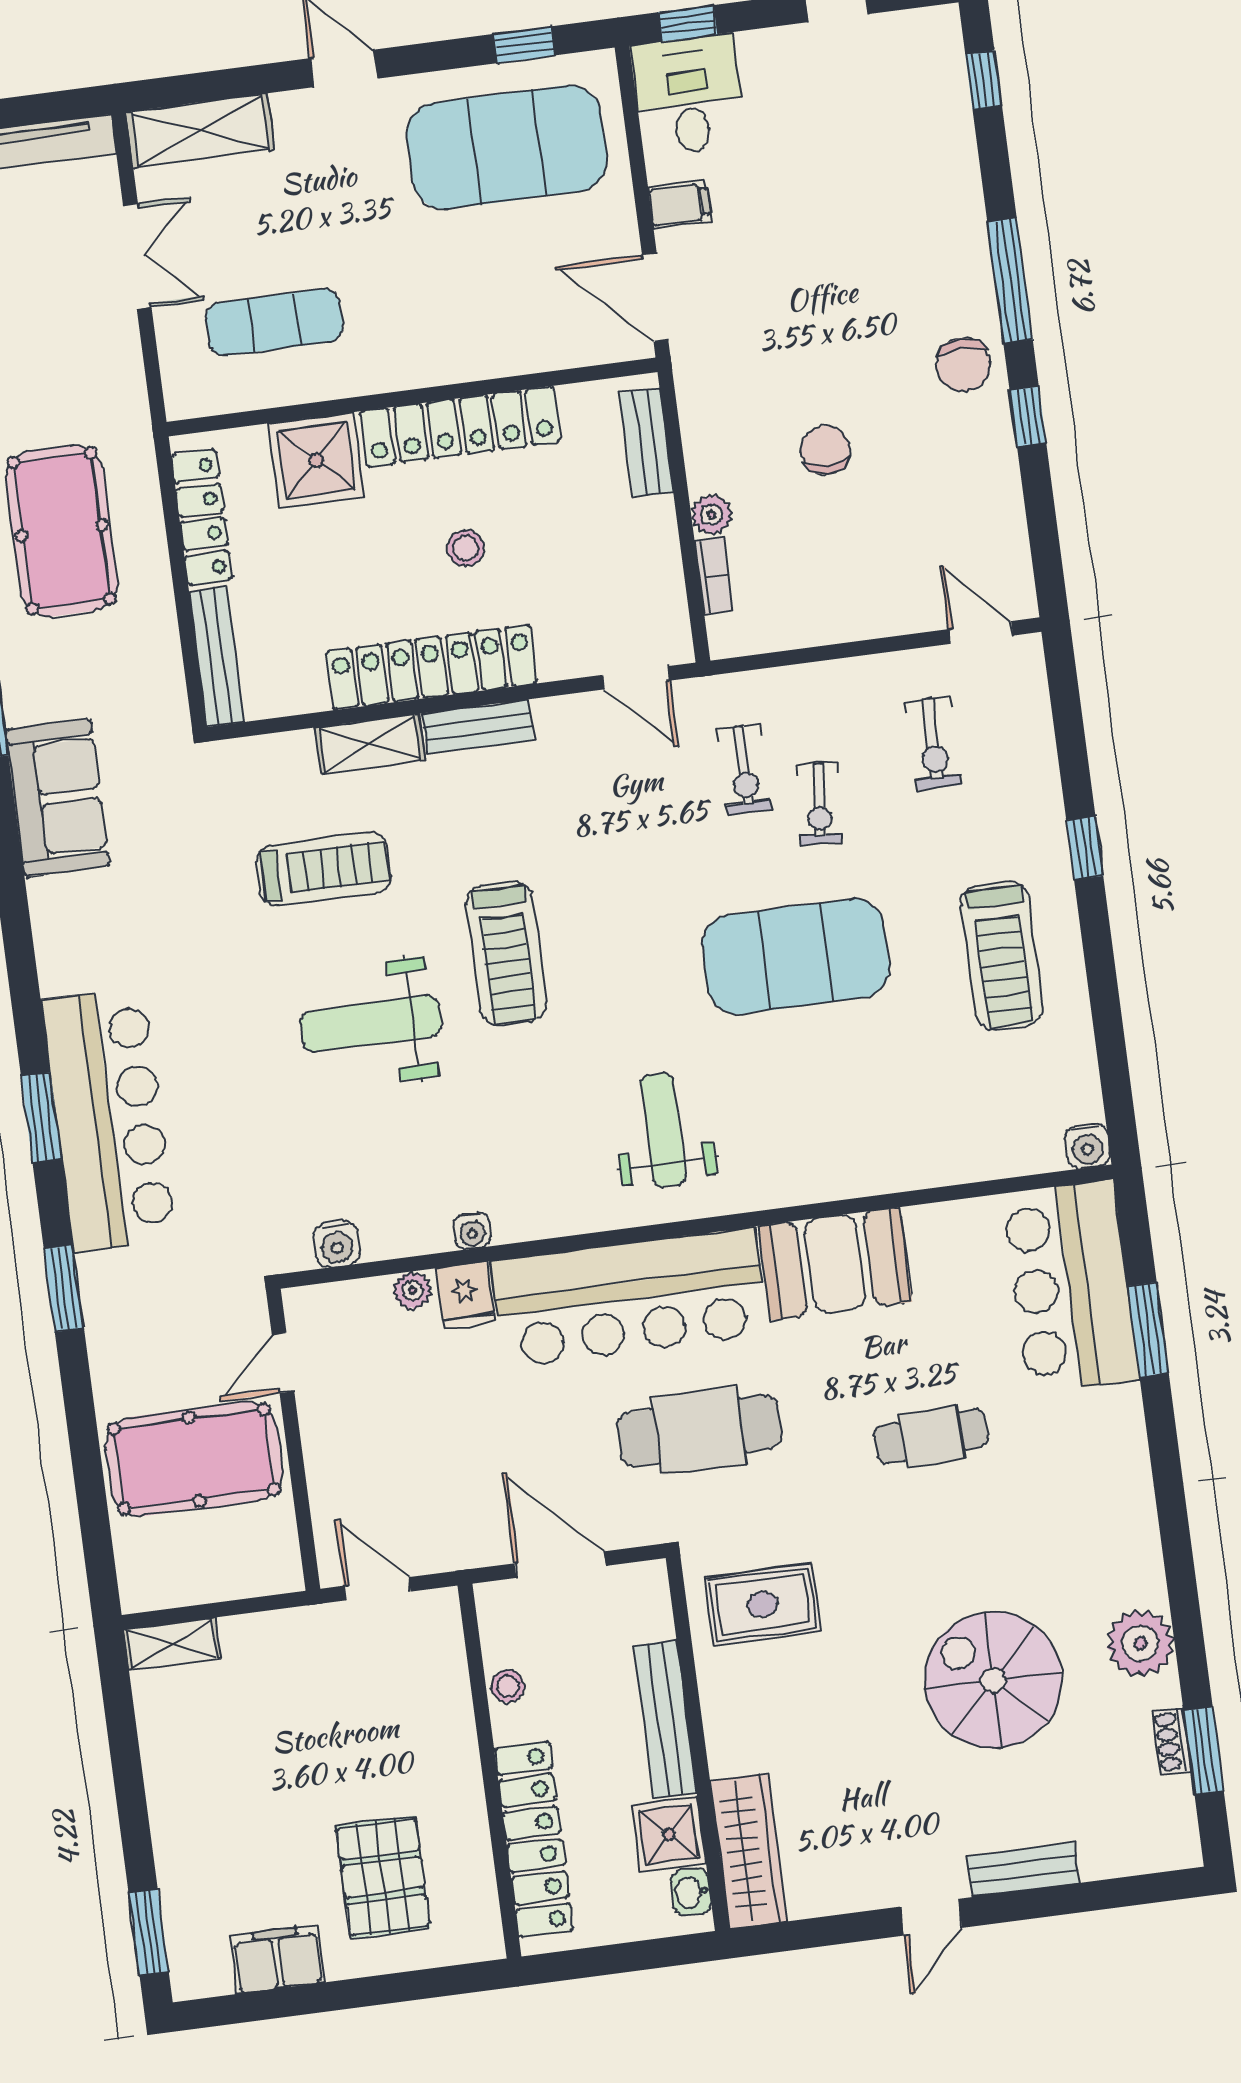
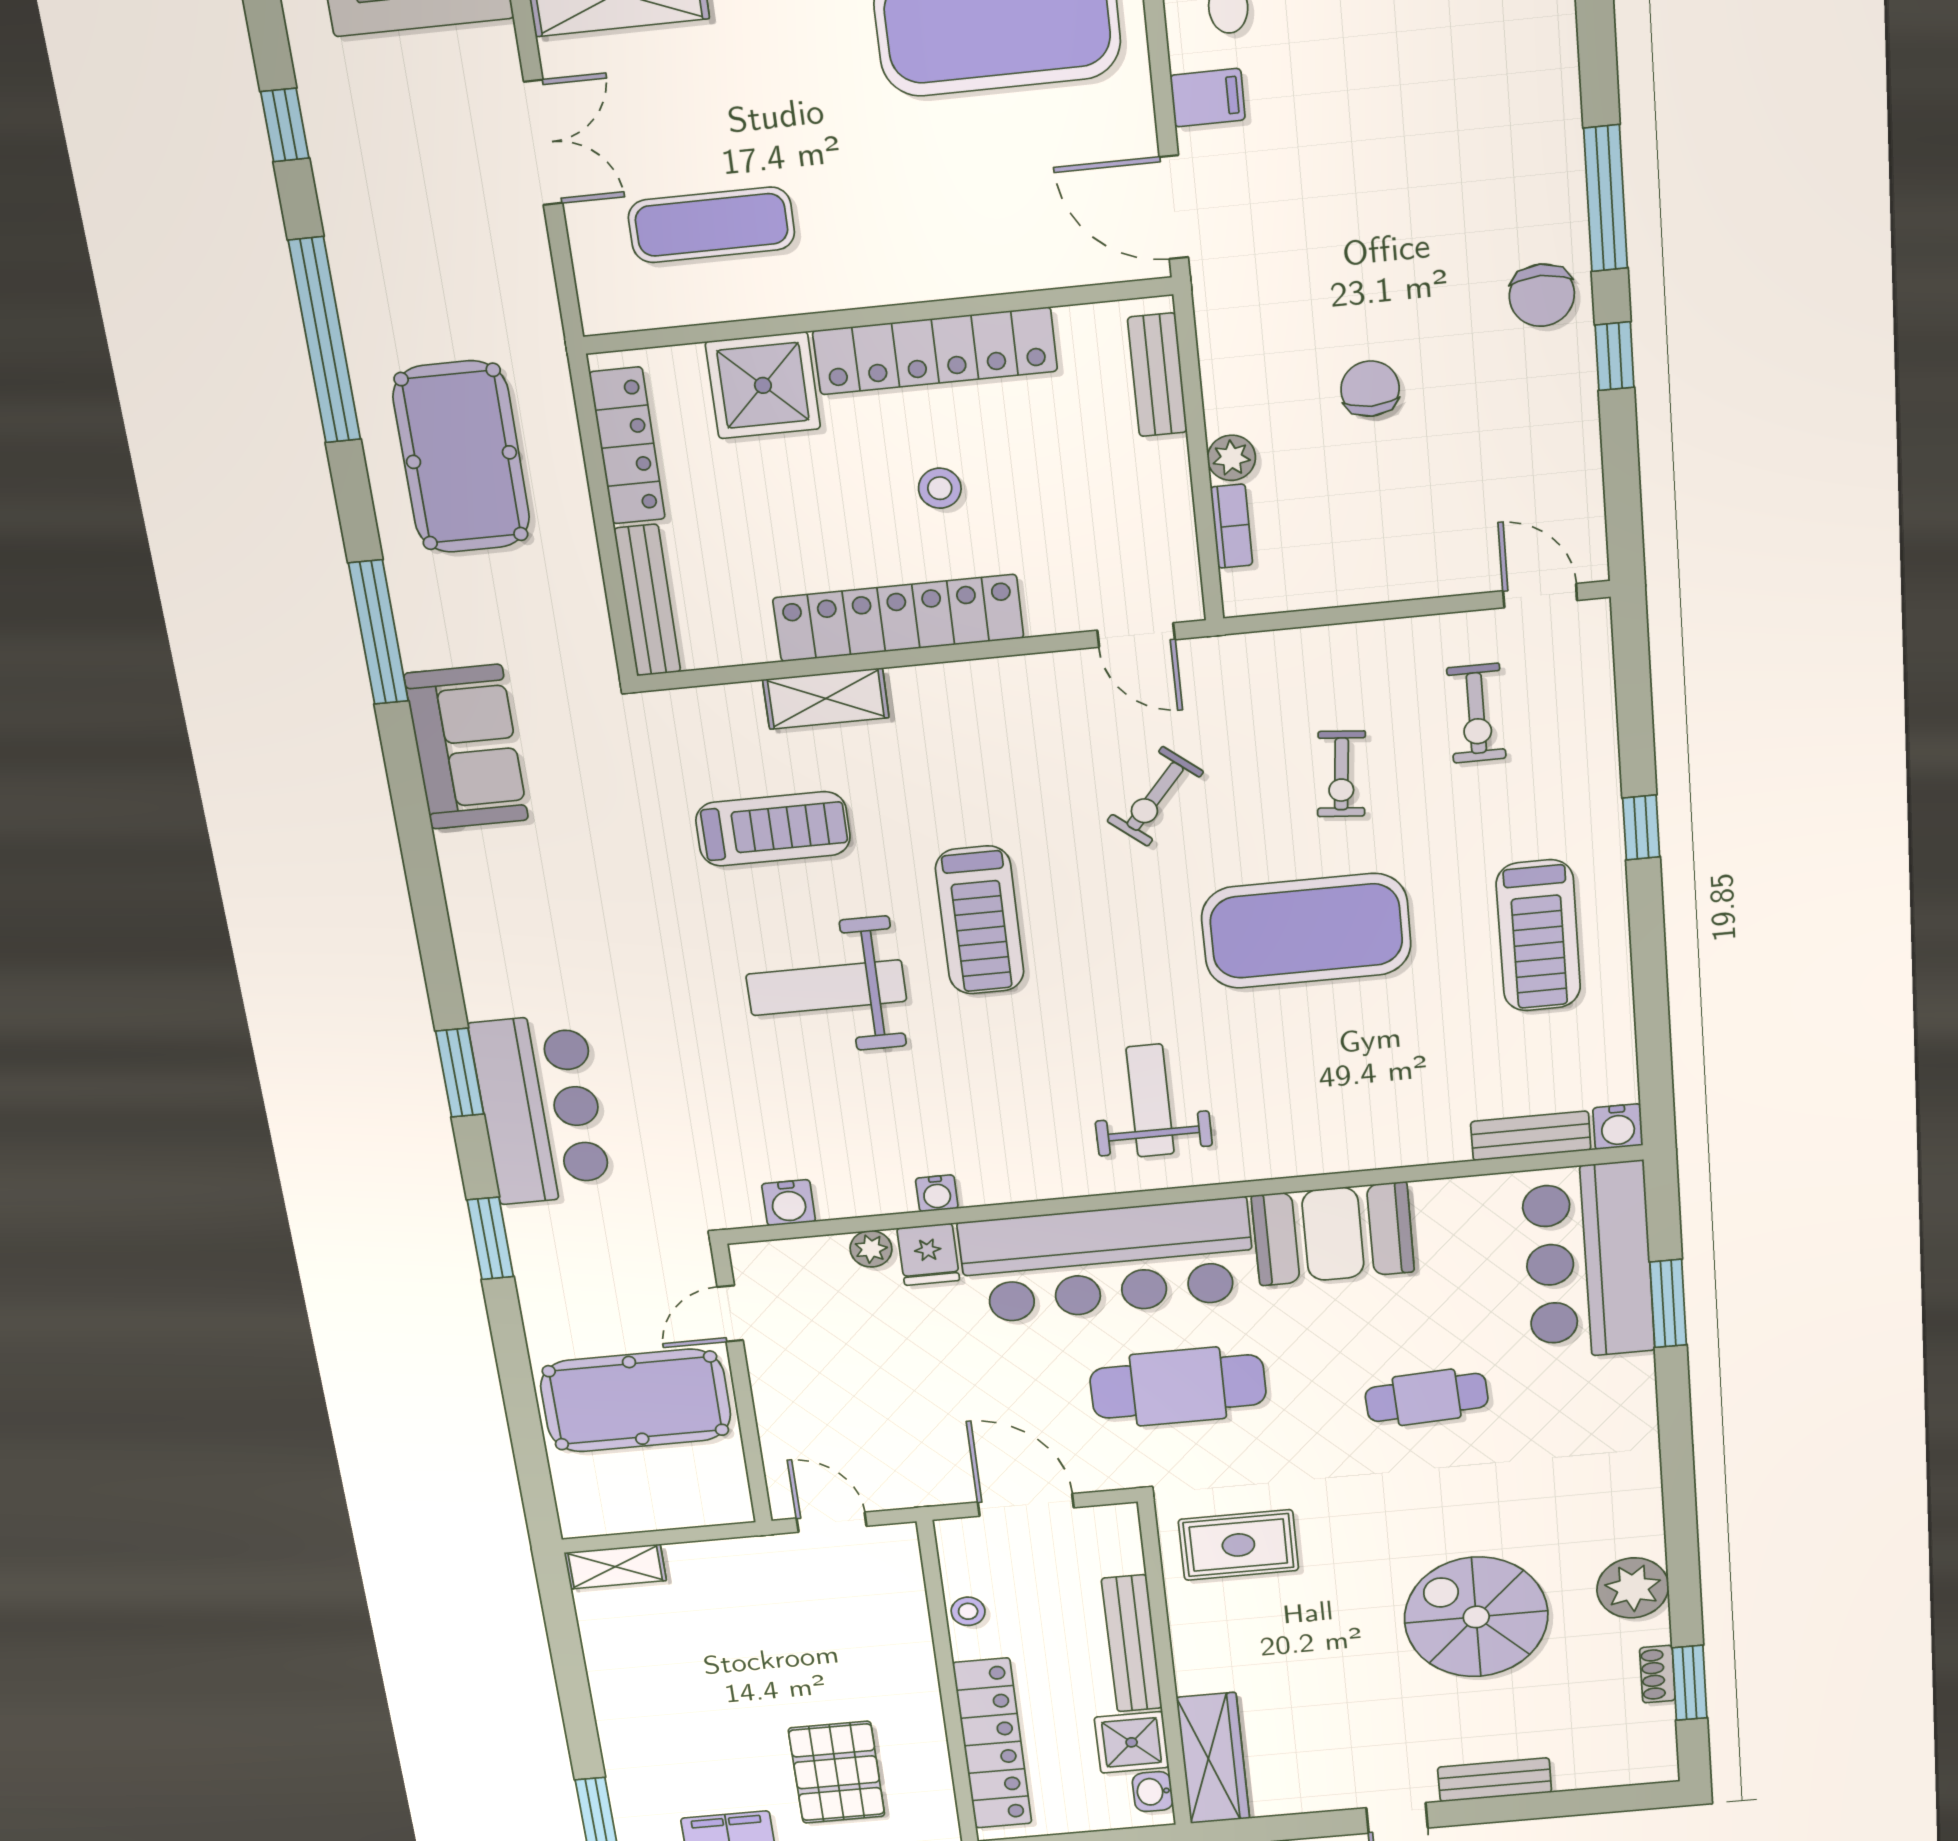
bench: (478, 727) -> (1531, 1136), moved
exercise bike: (744, 770) -> (1155, 796), moved, turned 40
bar counter: (109, 1120) -> (541, 1109), width x0.73

